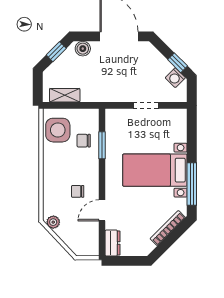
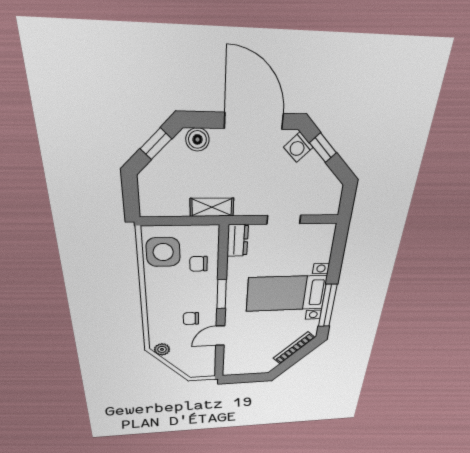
window: (178, 63) -> (323, 148), moved
washing machine: (175, 78) -> (298, 147), moved
shelving: (65, 95) -> (212, 207), moved
window: (102, 145) -> (222, 294), moved
dresser: (113, 243) -> (238, 240), moved

